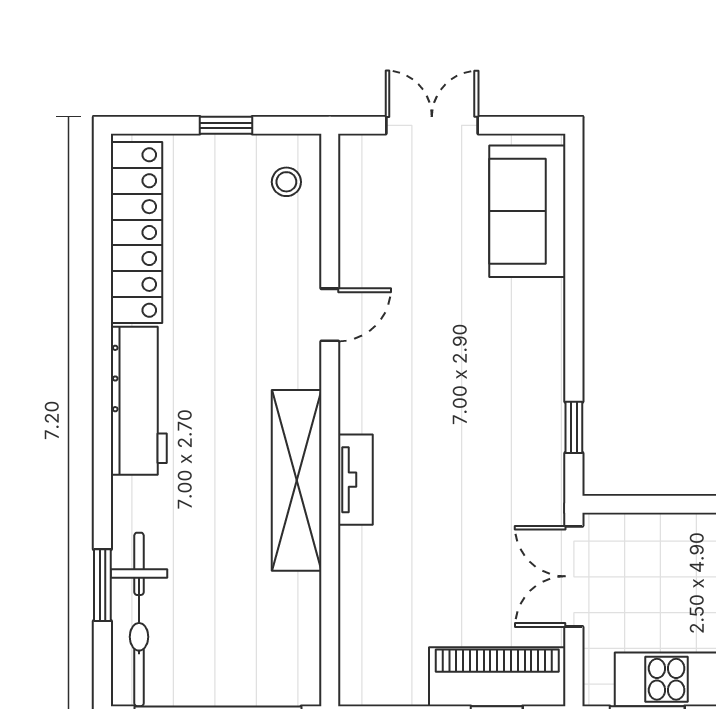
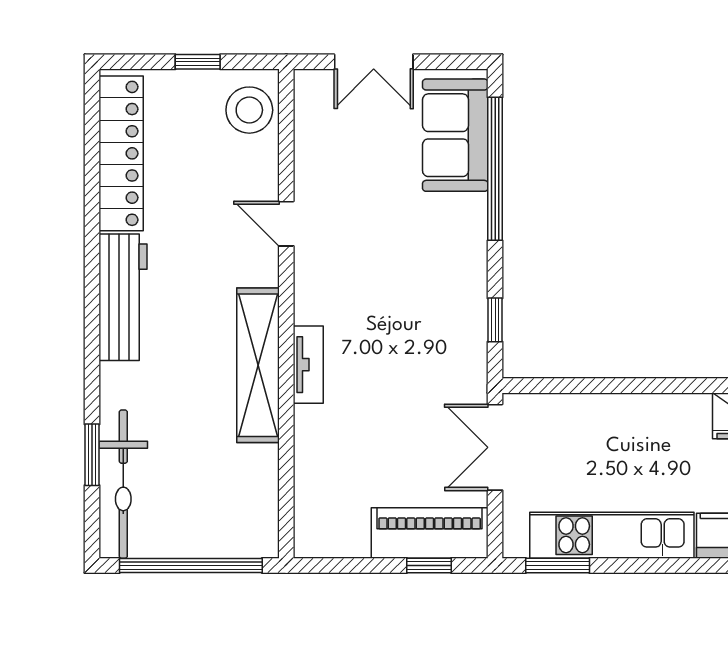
double door: (432, 125) -> (374, 62), swing flipped
stool: (286, 182) -> (249, 110), width x1.89, depth x1.89
window: (574, 251) -> (495, 169), added
door: (330, 315) -> (286, 224), swing flipped

